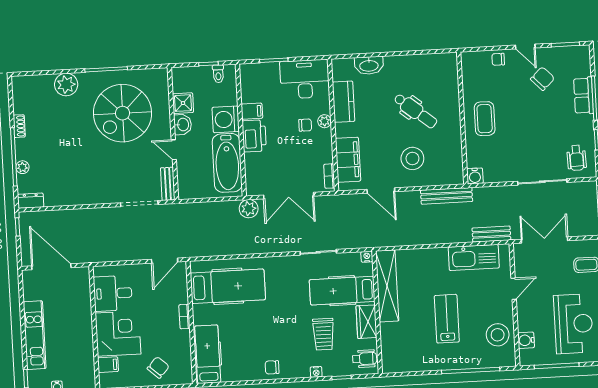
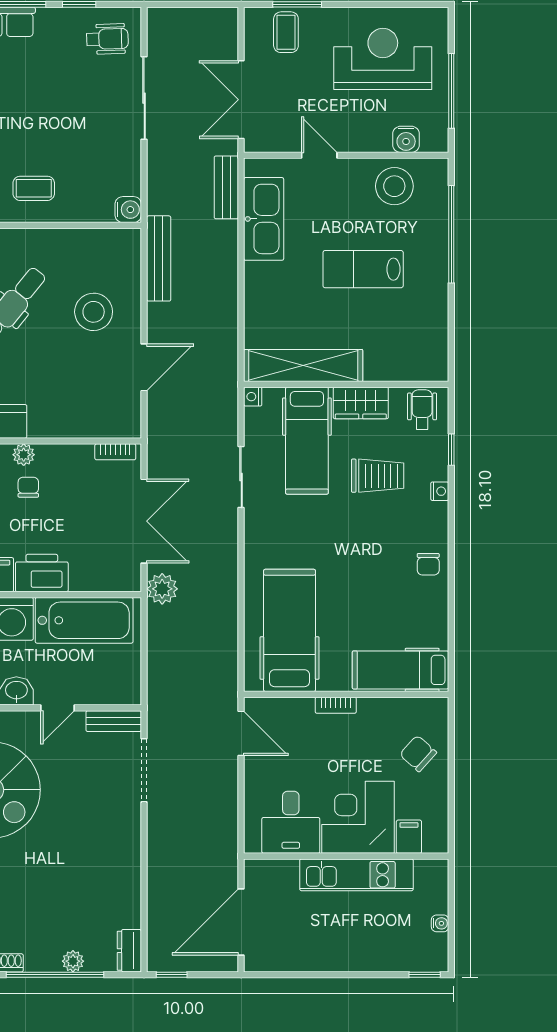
coffee table: (485, 119) -> (34, 188), width x0.73, depth x0.77
filing cabinet: (348, 160) -> (90, 419), removed
kitchen unit: (35, 335) -> (356, 875), moved, turned 180

